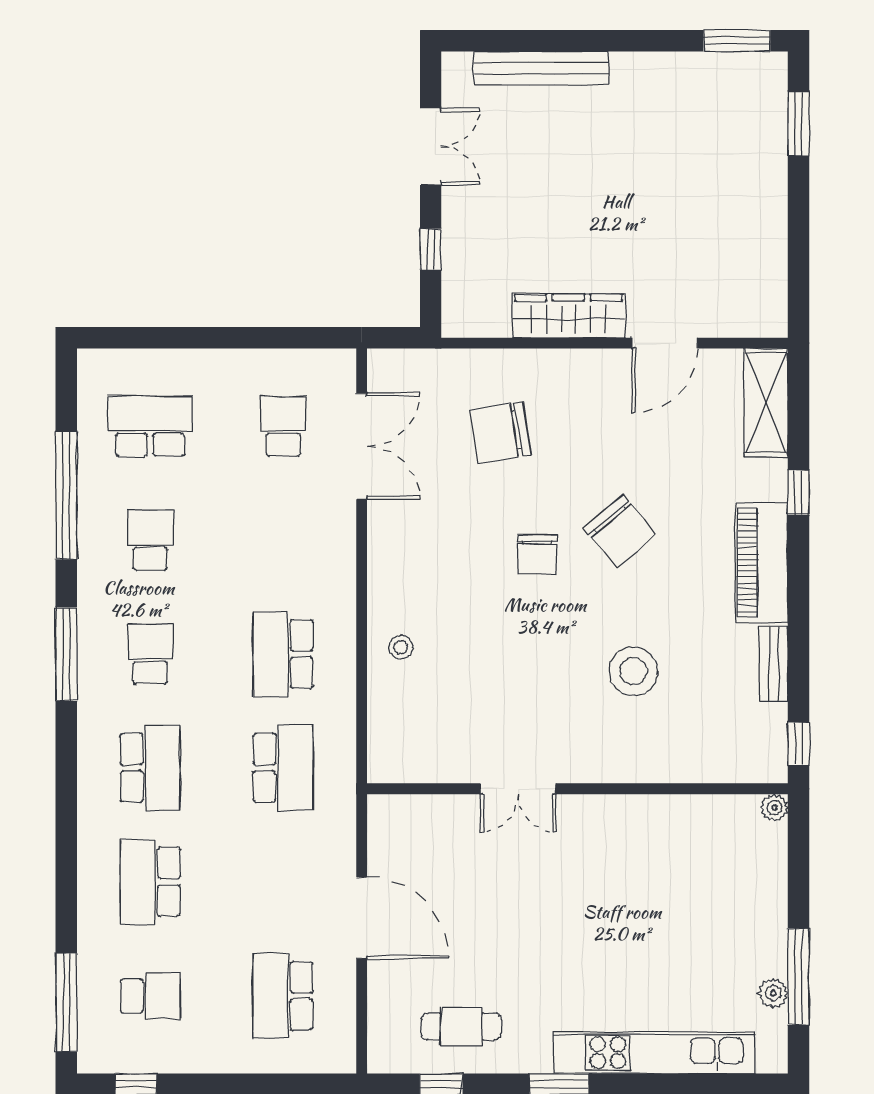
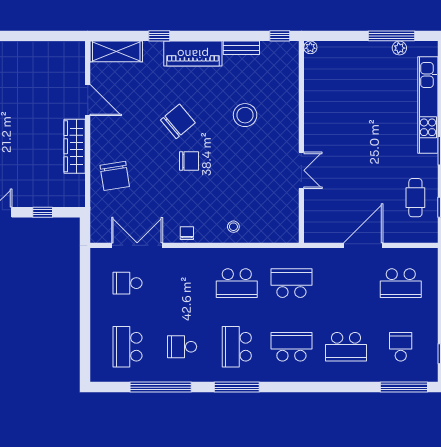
chair: (500, 433) -> (115, 176), moved
chair: (387, 550) -> (187, 233), added
school desk: (150, 654) -> (237, 347), width x1.85

